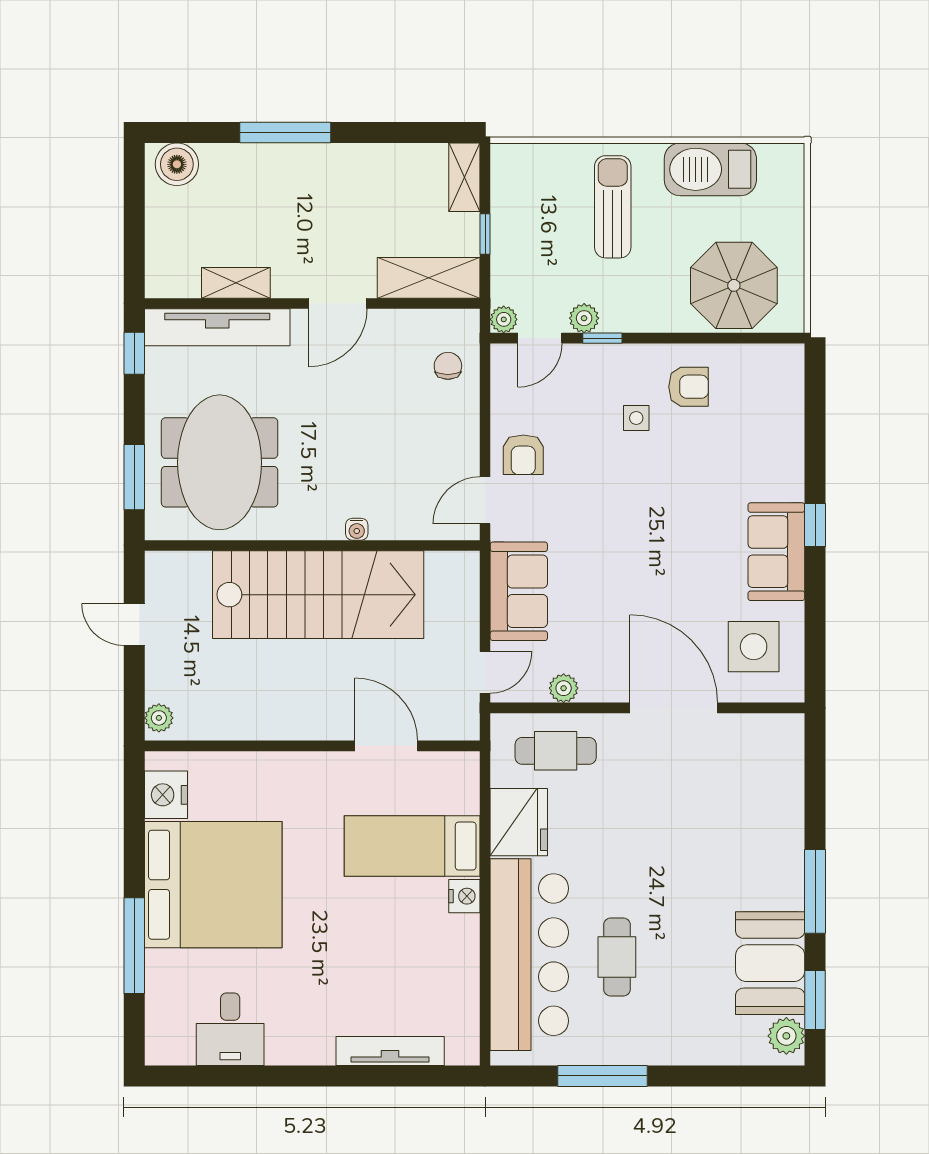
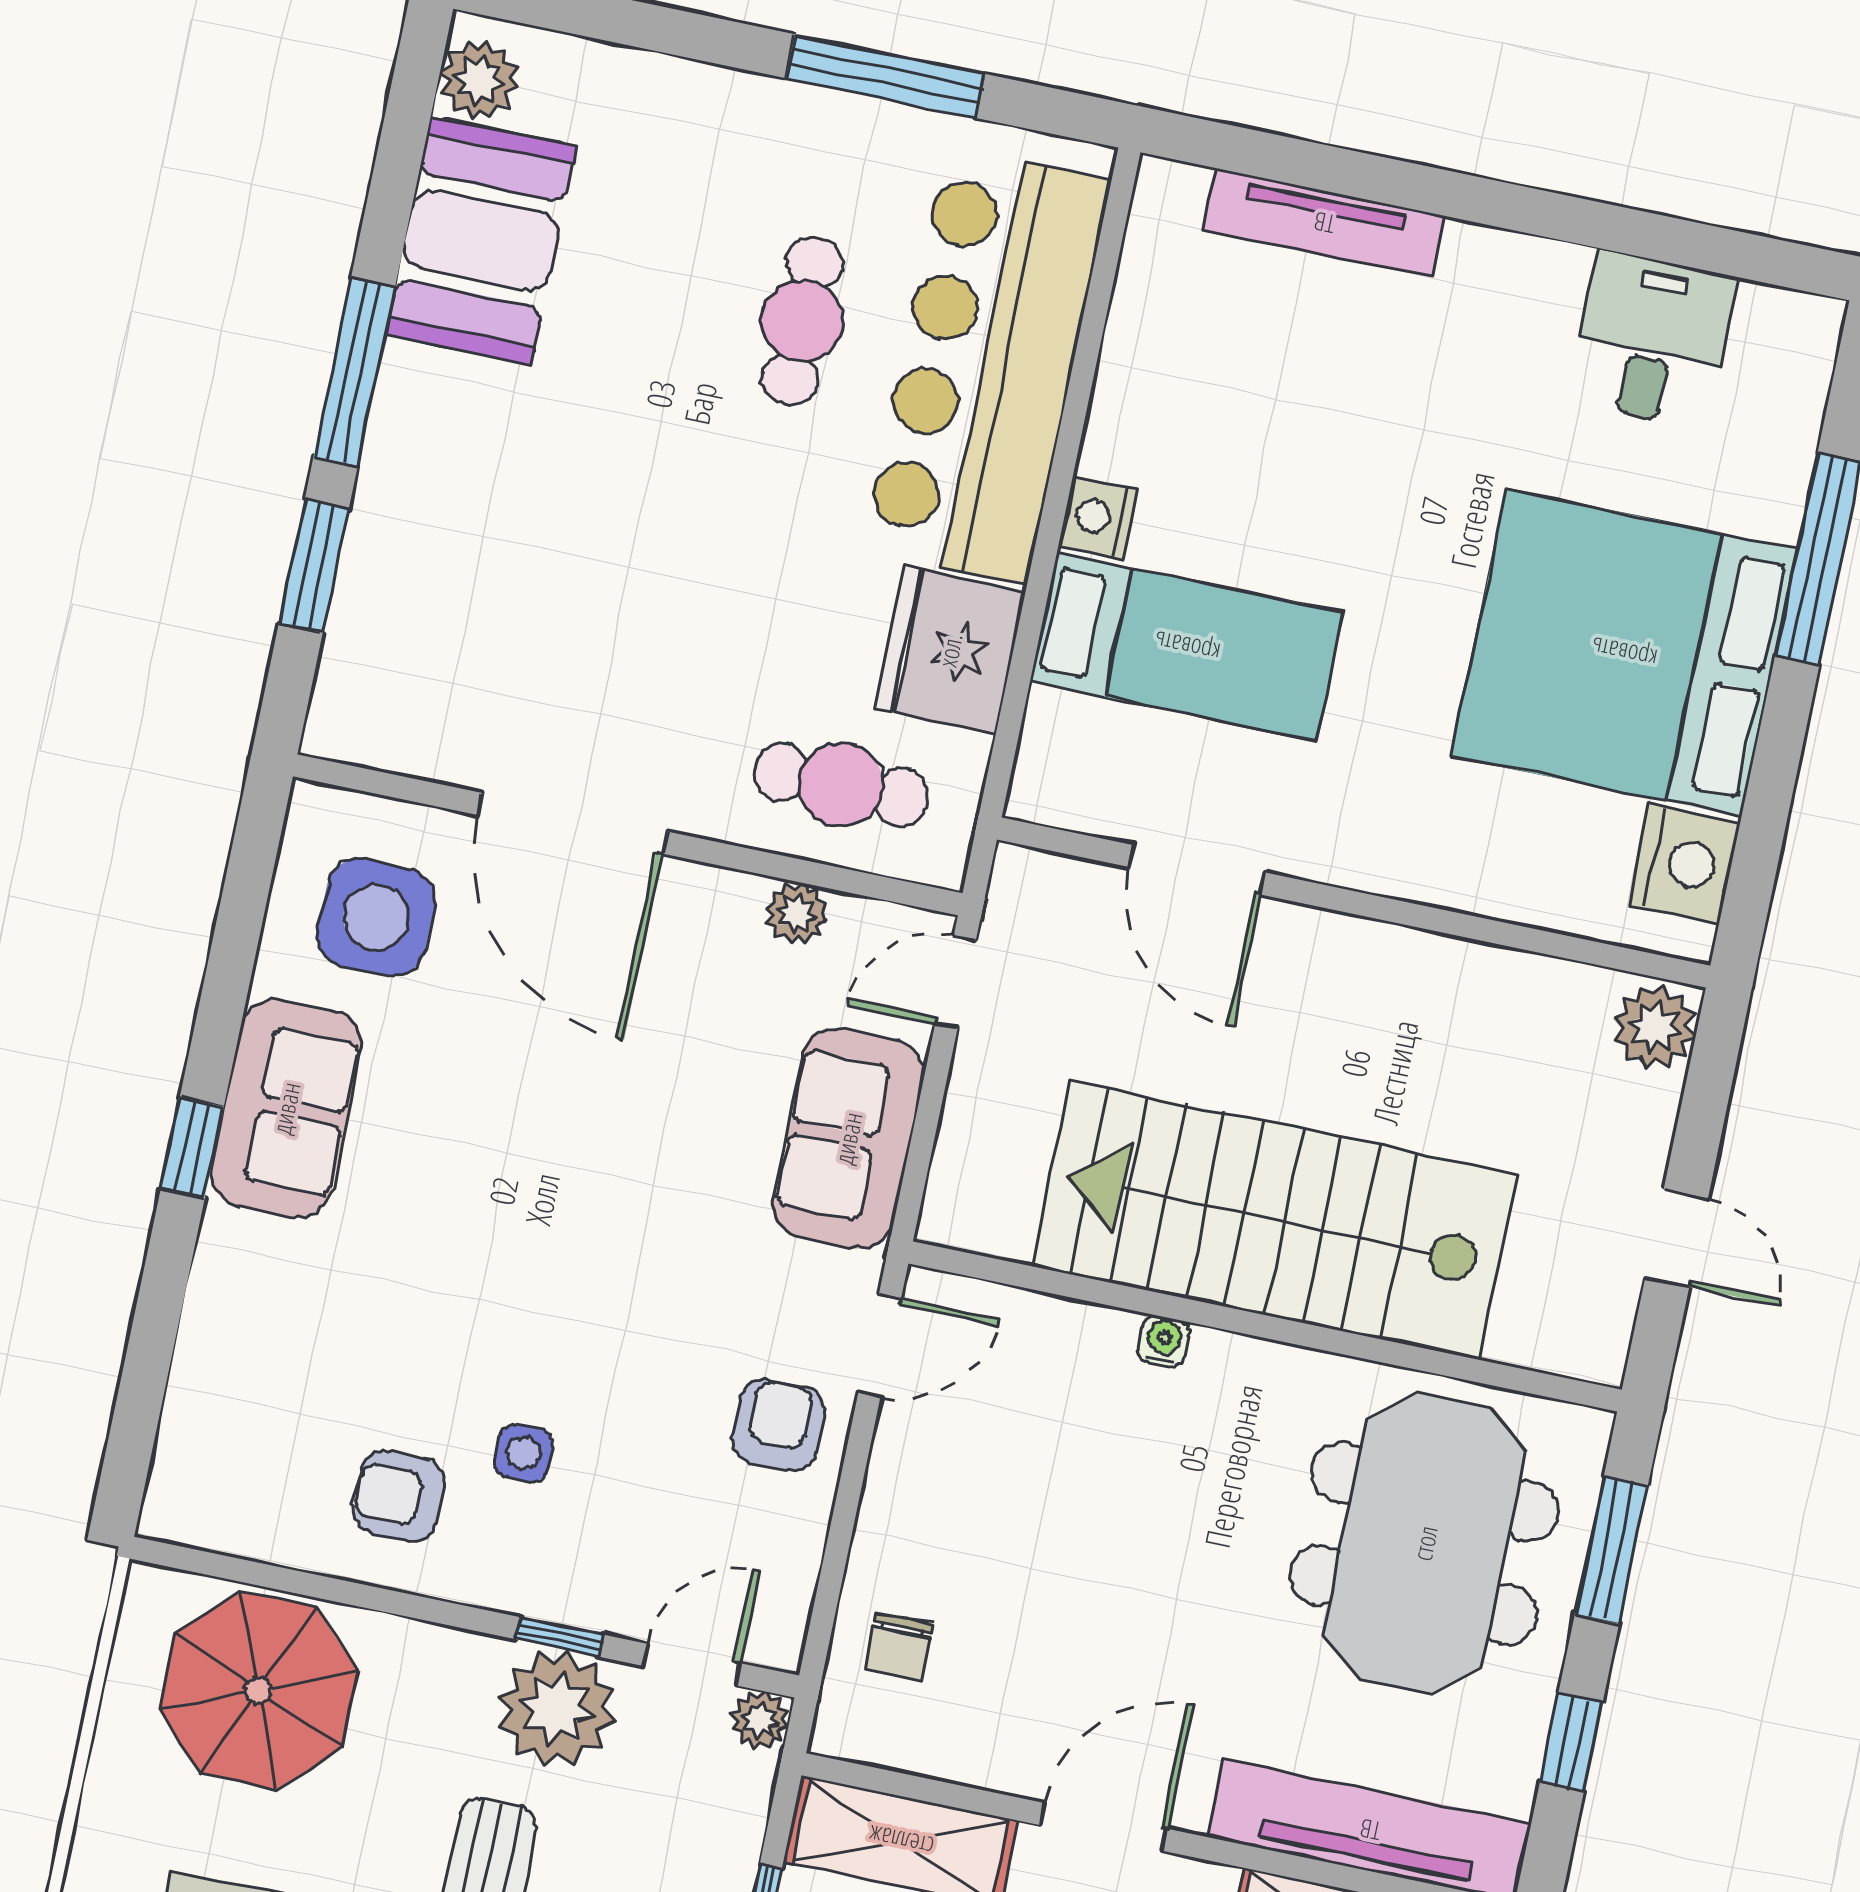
plant: (584, 318) -> (557, 1709), width x1.88, depth x1.88
window: (134, 353) -> (1571, 1742), moved
plant: (159, 718) -> (1654, 1027), width x1.38, depth x1.38
window: (815, 1000) -> (314, 566), moved

